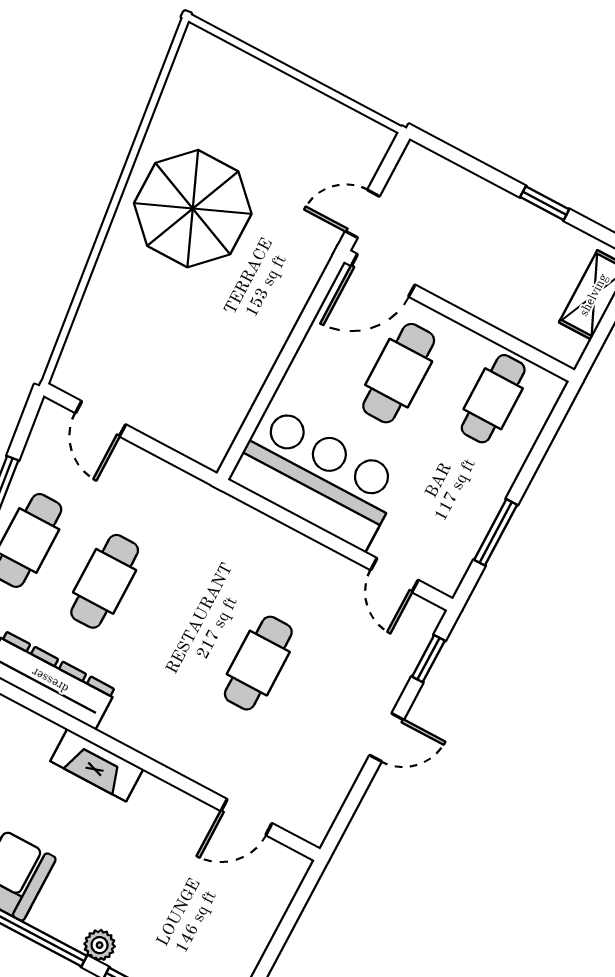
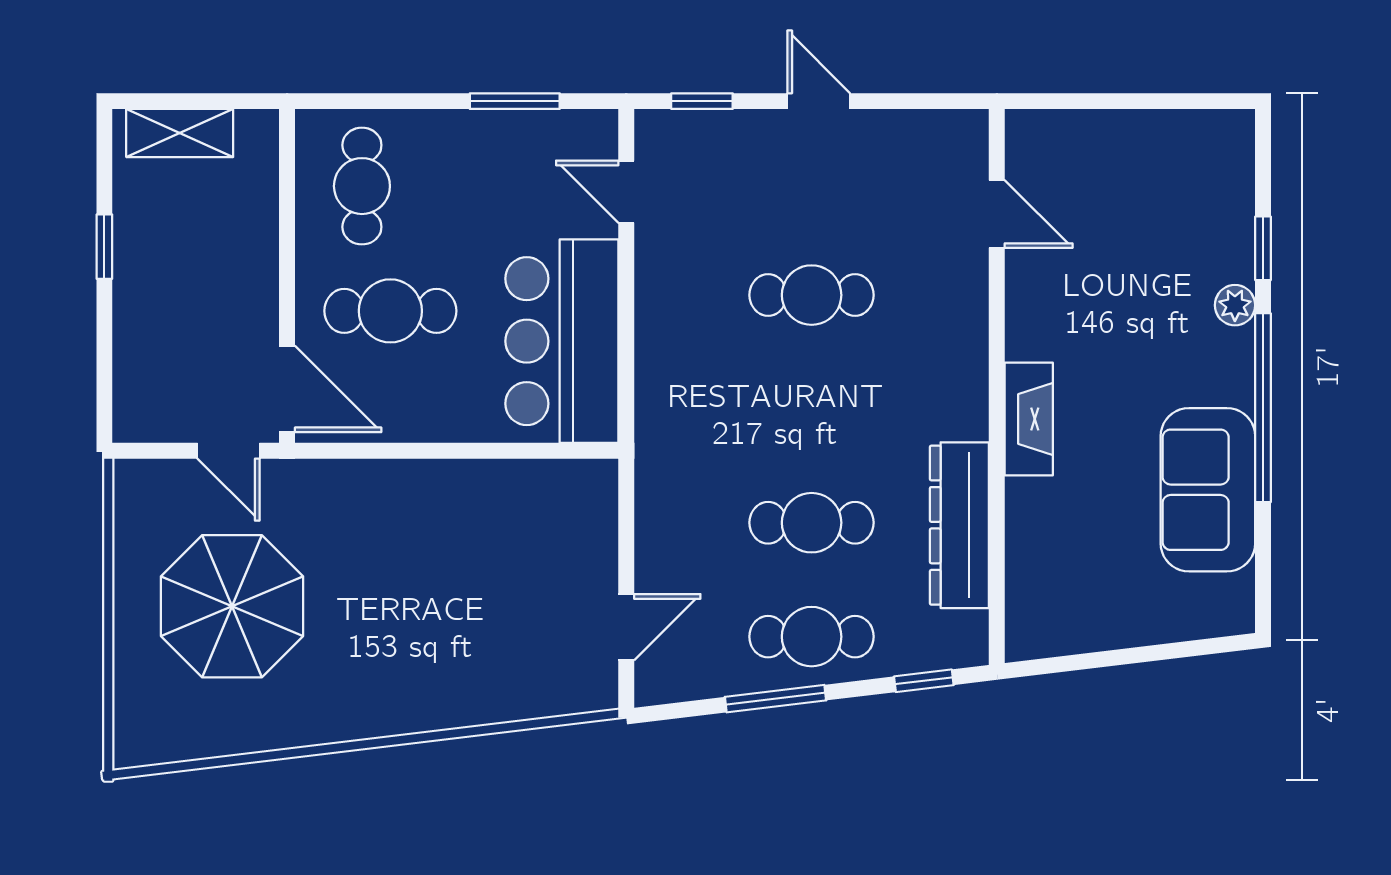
parasol: (193, 209) -> (232, 606), moved
cafe table: (493, 399) -> (362, 186), turned 90
door: (394, 575) -> (626, 192), swing flipped

